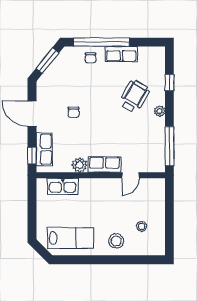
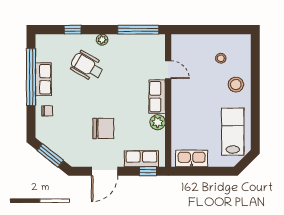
window: (101, 42) -> (31, 77), moved
chair: (73, 112) -> (103, 129), width x1.87, depth x1.87
kitchen sink: (63, 186) -> (192, 158), moved, turned -90

